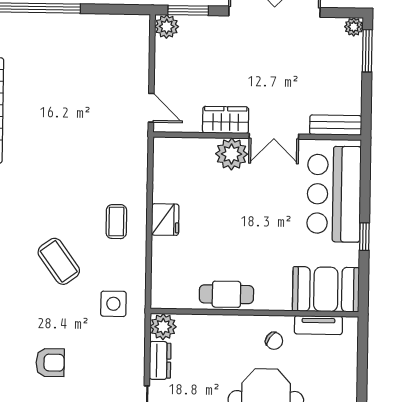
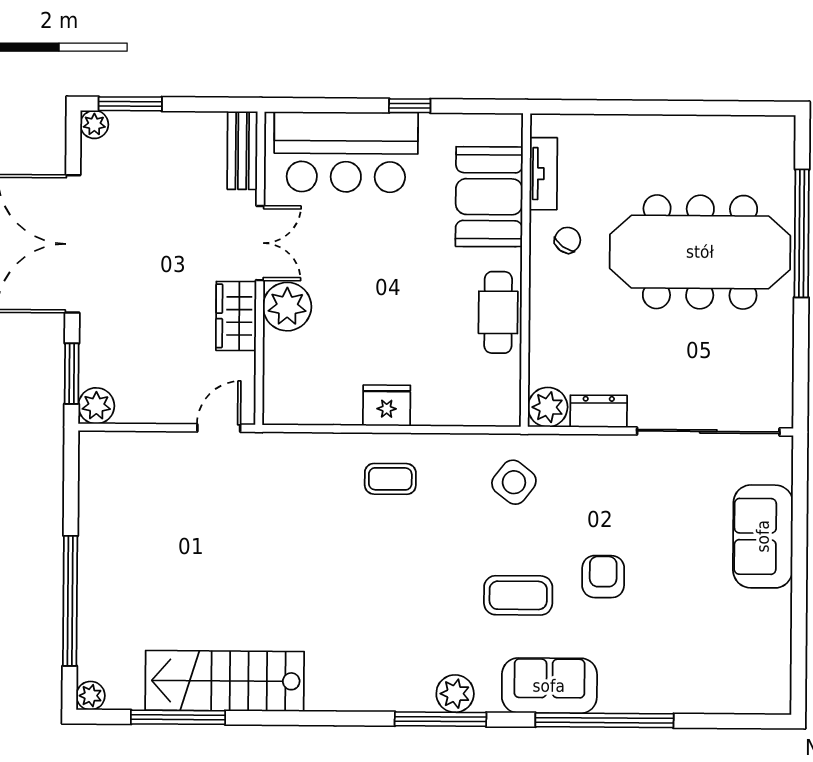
coffee table: (59, 261) -> (518, 595), moved, turned 36
booth: (326, 289) -> (489, 197), moved
side table: (113, 304) -> (514, 482), turned 38

